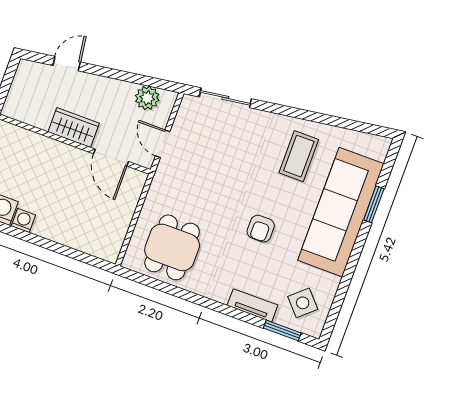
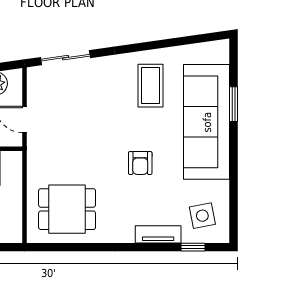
dining table: (172, 247) -> (67, 209), turned 90
side table: (303, 303) -> (202, 216), turned 31
window: (282, 330) -> (193, 247), width x0.67

